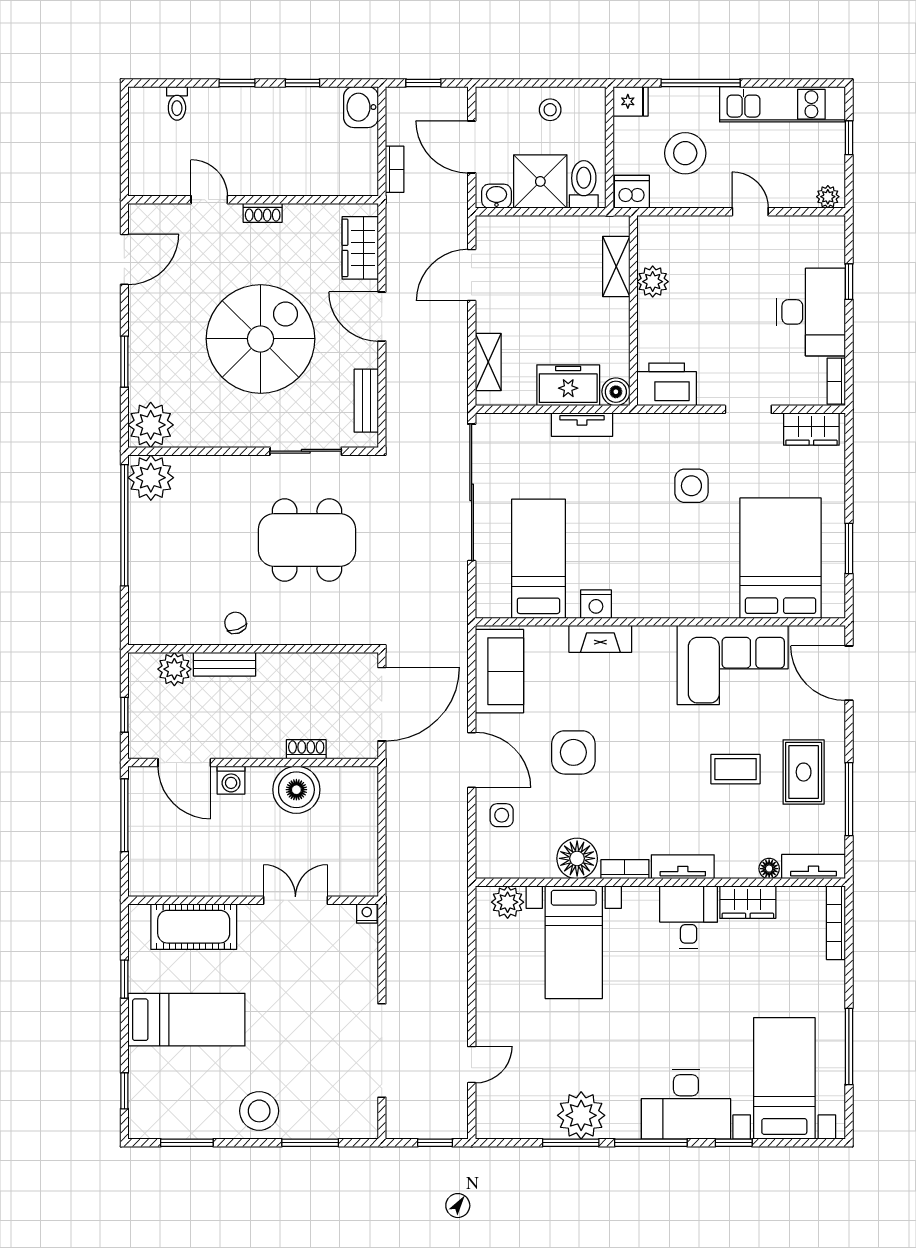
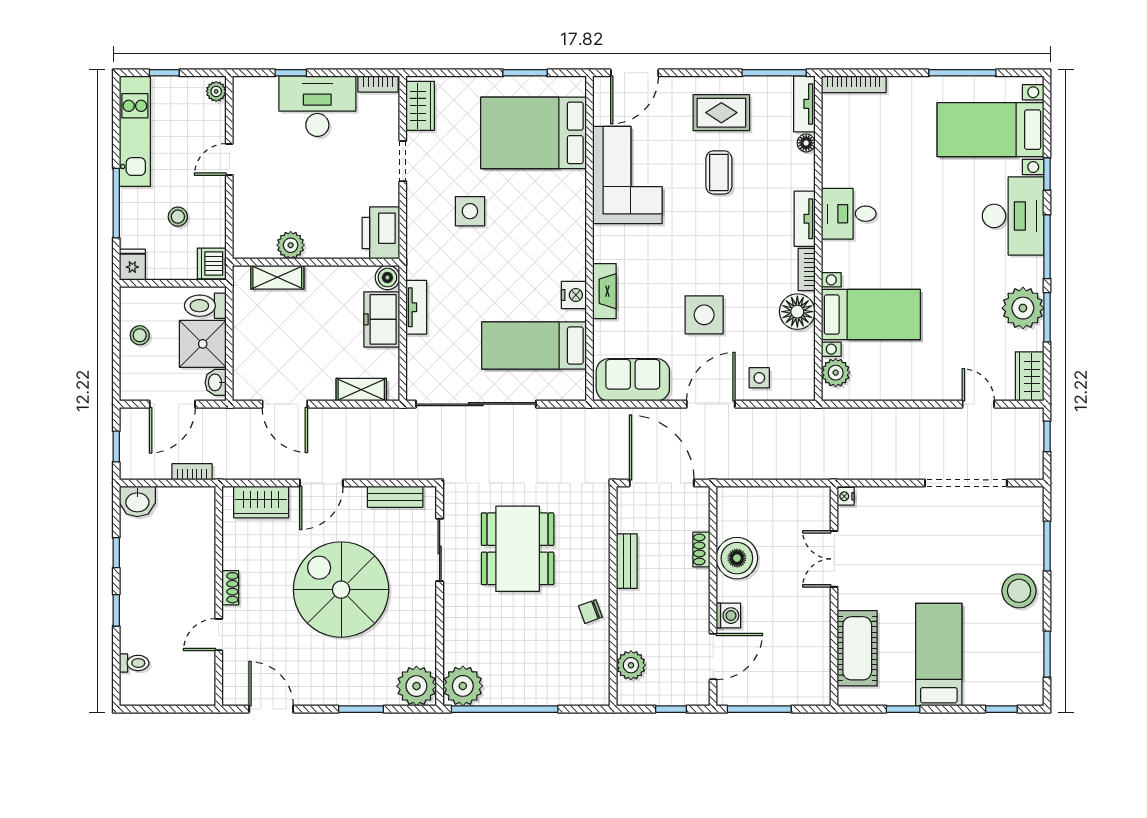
stool: (685, 153) -> (178, 217), width x0.53, depth x0.53
bench: (225, 664) -> (627, 561), moved
window: (849, 799) -> (774, 73), moved
wardrobe: (748, 902) -> (1030, 376), moved, turned 180

